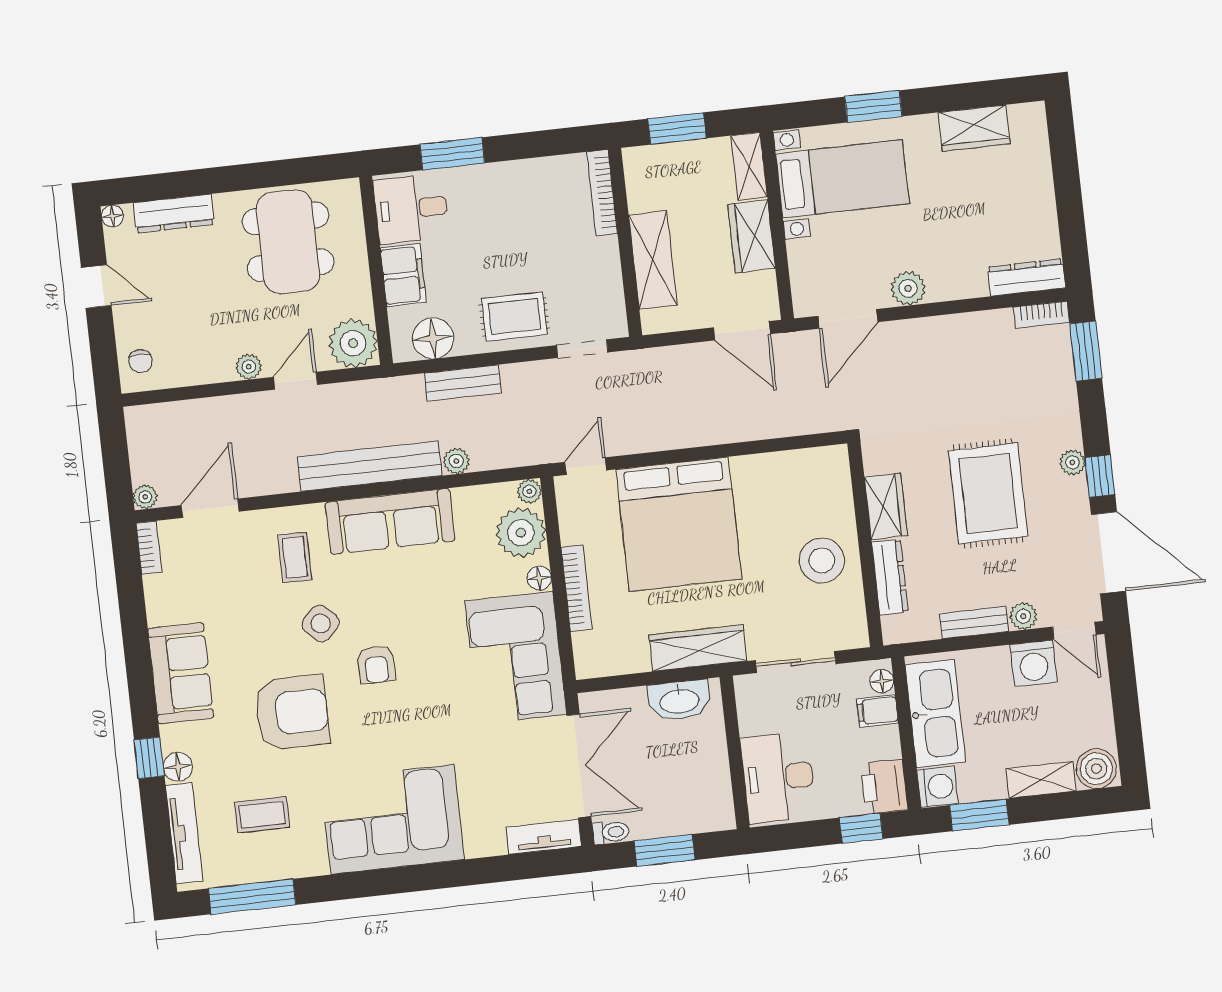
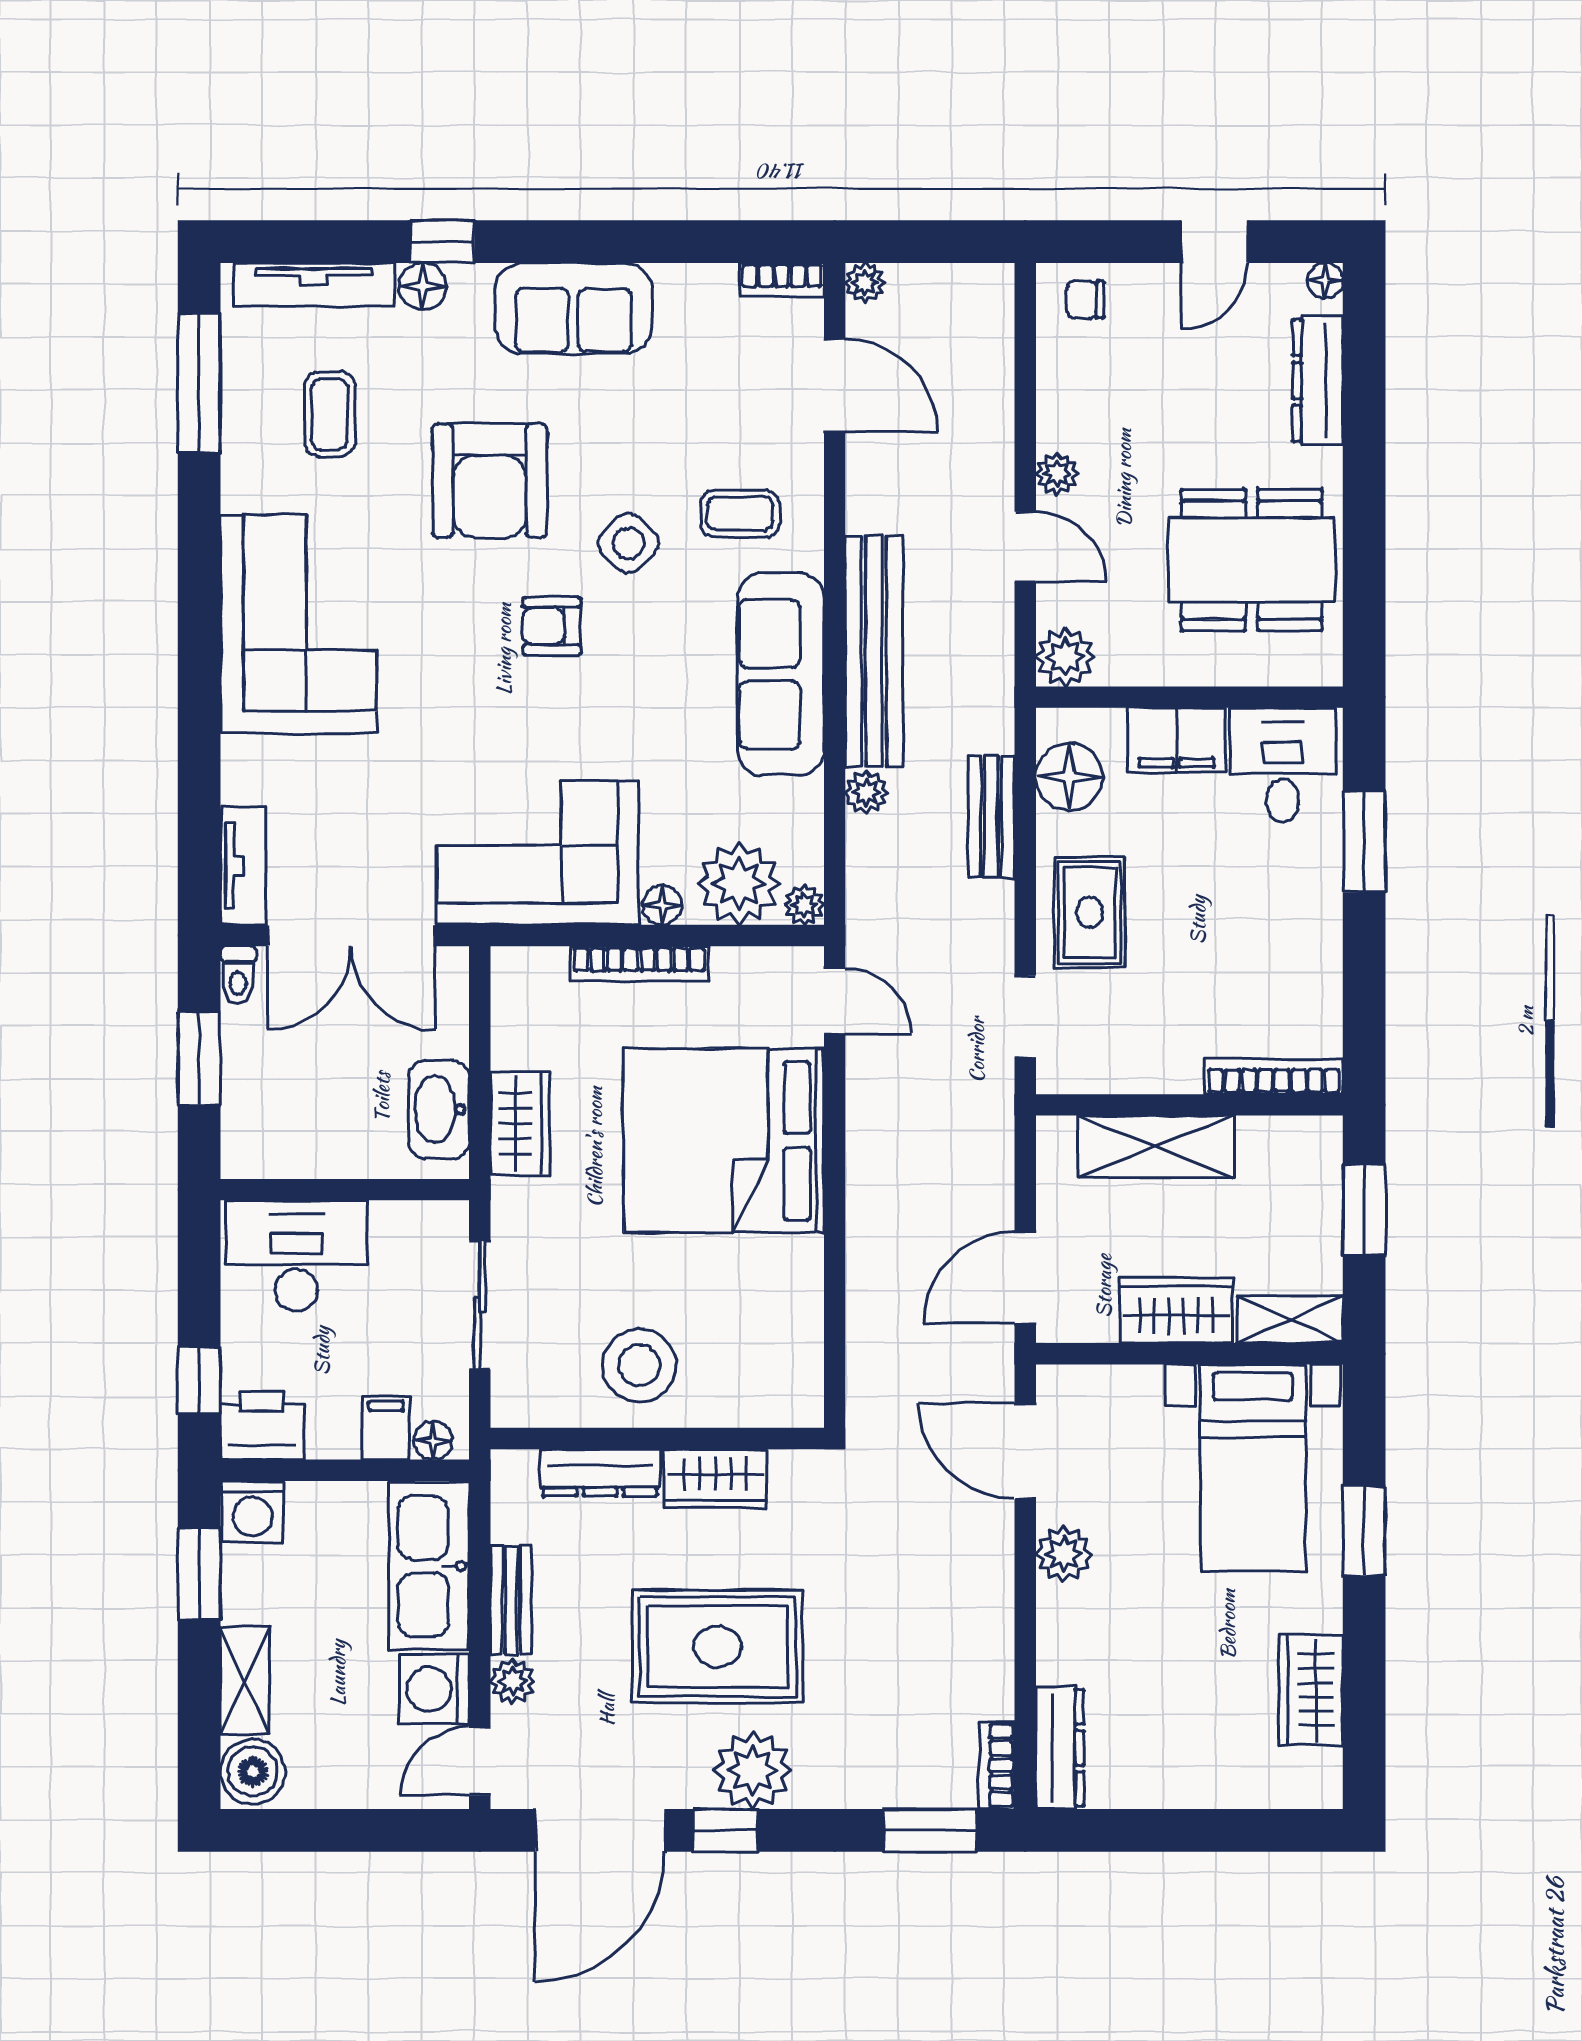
plant: (353, 343) -> (1065, 657), width x0.73, depth x0.73
plant: (1072, 462) -> (752, 1770), width x1.88, depth x1.88
wardrobe: (698, 648) -> (520, 1123), width x0.67
kitchen sink: (935, 713) -> (429, 1566), moved, turned 90

